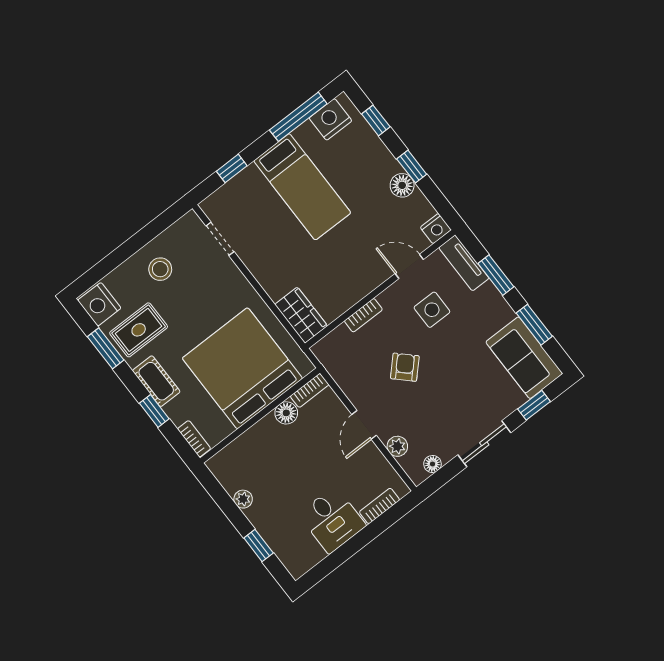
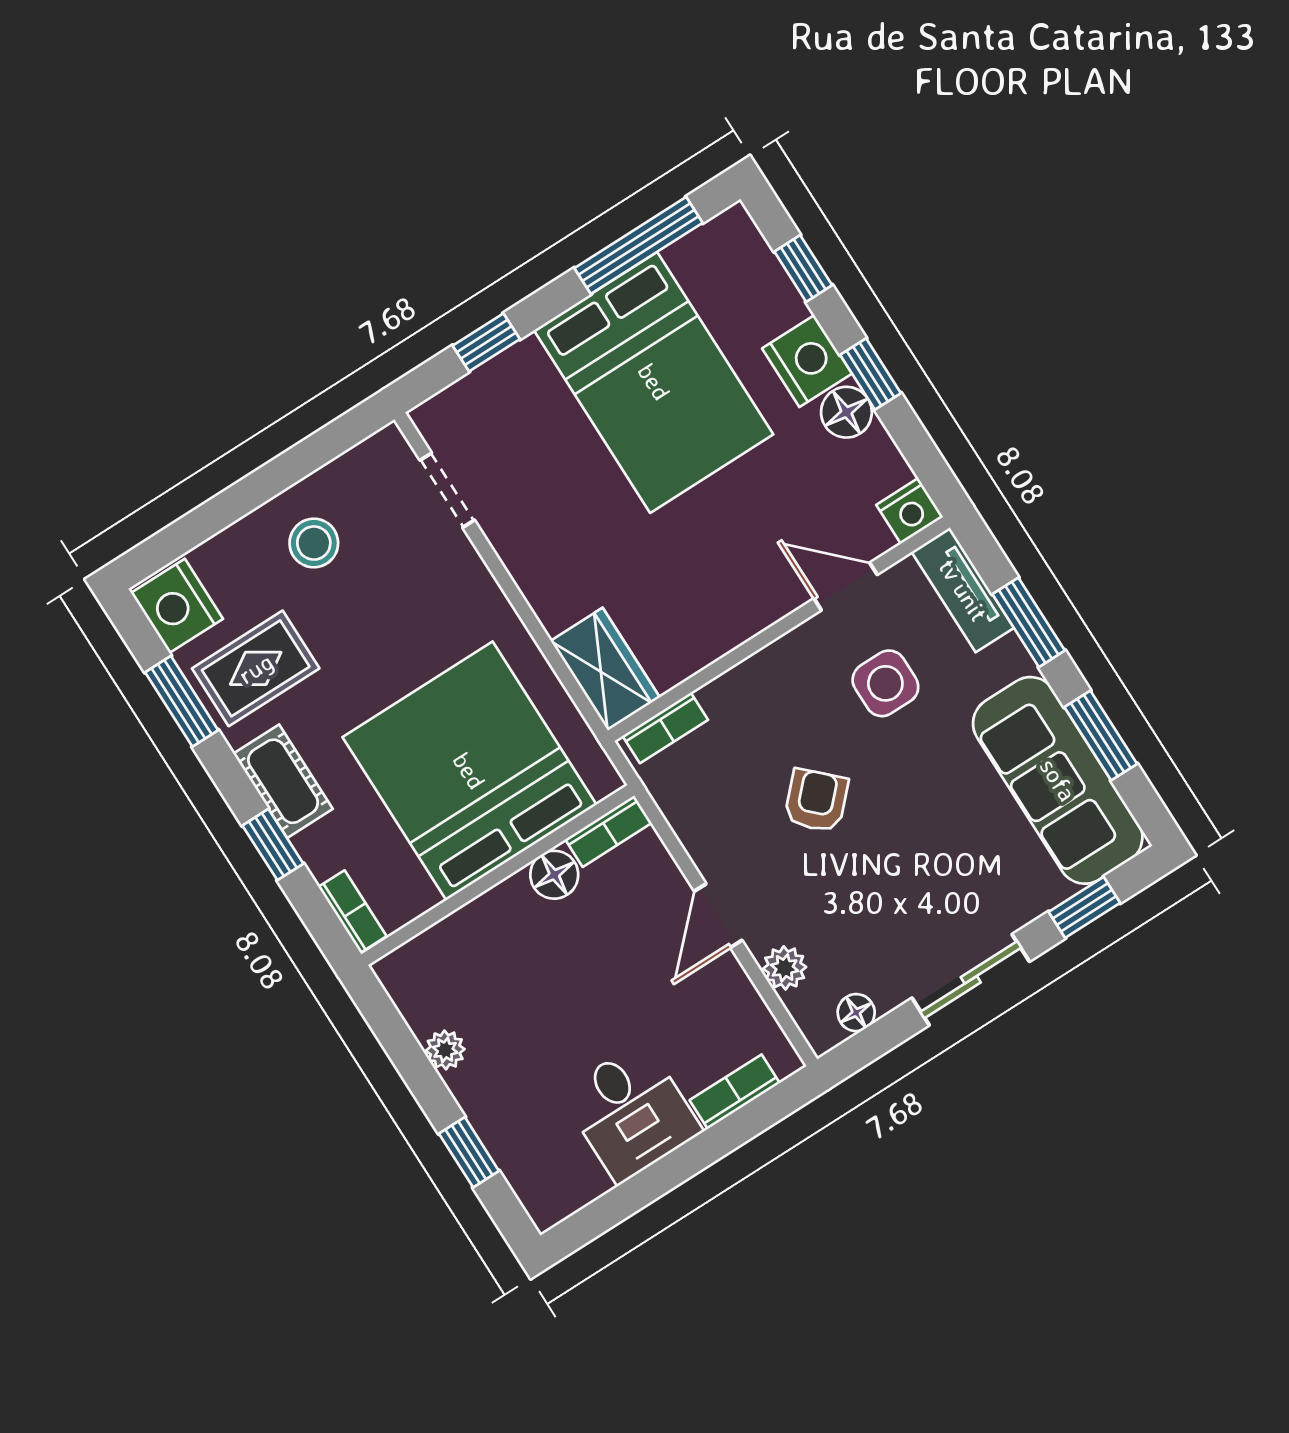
nightstand: (330, 119) -> (807, 361), moved, turned 90
bed: (302, 187) -> (654, 382), width x1.50
bookcase: (363, 315) -> (665, 728), moved
sofa: (524, 358) -> (1058, 780), width x1.36

